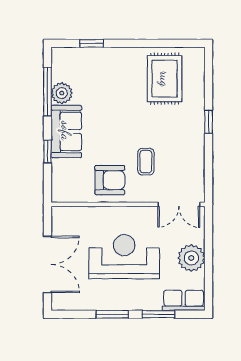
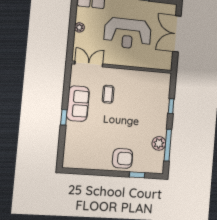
rug: (165, 79) -> (91, 148), removed
sofa: (66, 131) -> (78, 104), moved, turned 180
armchair: (110, 180) -> (122, 158), moved, turned 180
plant: (191, 258) -> (79, 27), width x0.53, depth x0.53

